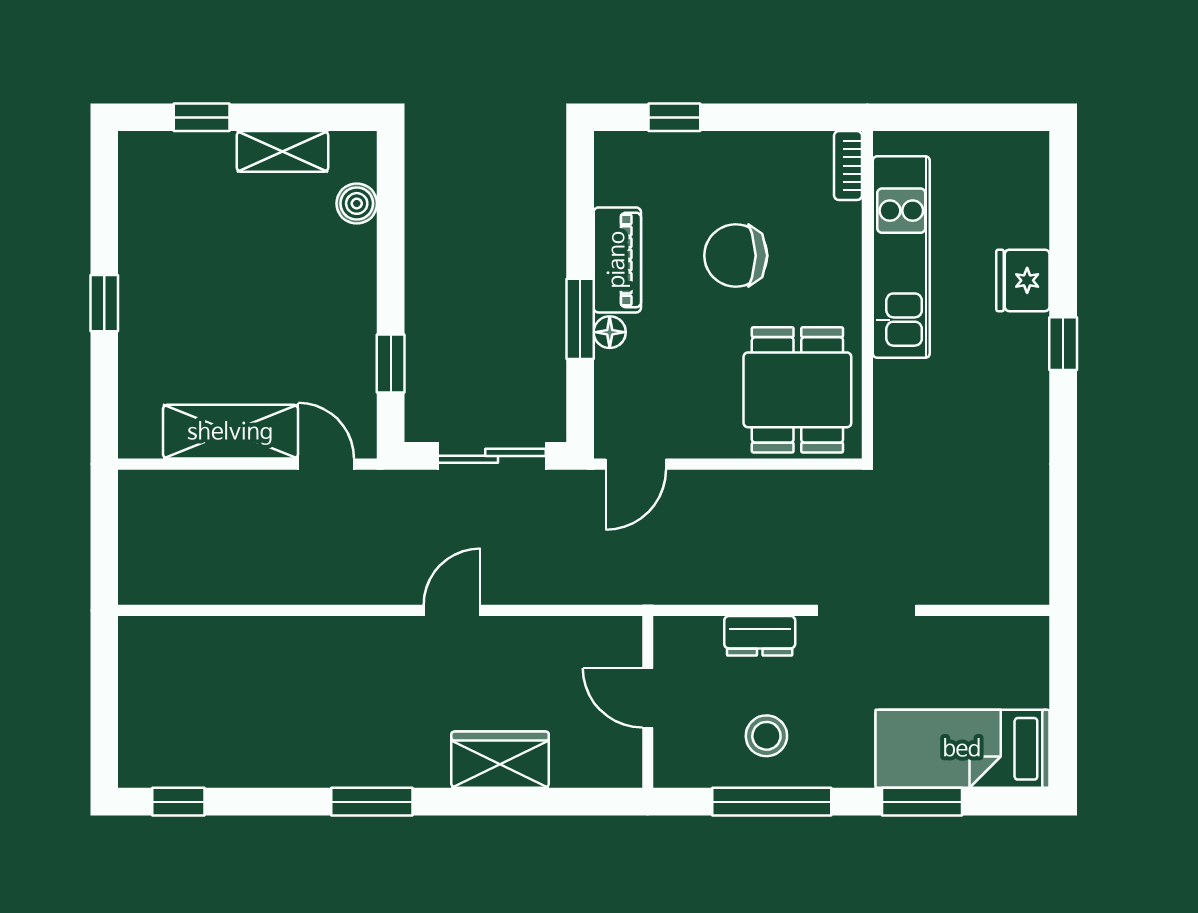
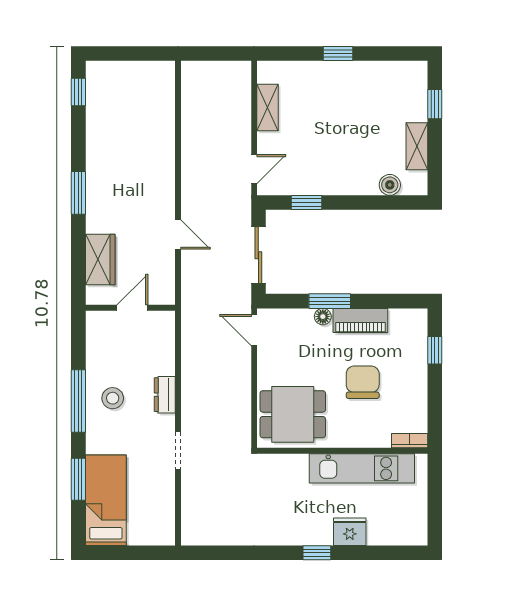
shelving: (230, 432) -> (268, 107), width x0.67, depth x0.75
doorway: (867, 610) -> (178, 450), width x0.73
door: (648, 698) -> (132, 308), moved
wall: (648, 702) -> (130, 308), moved

